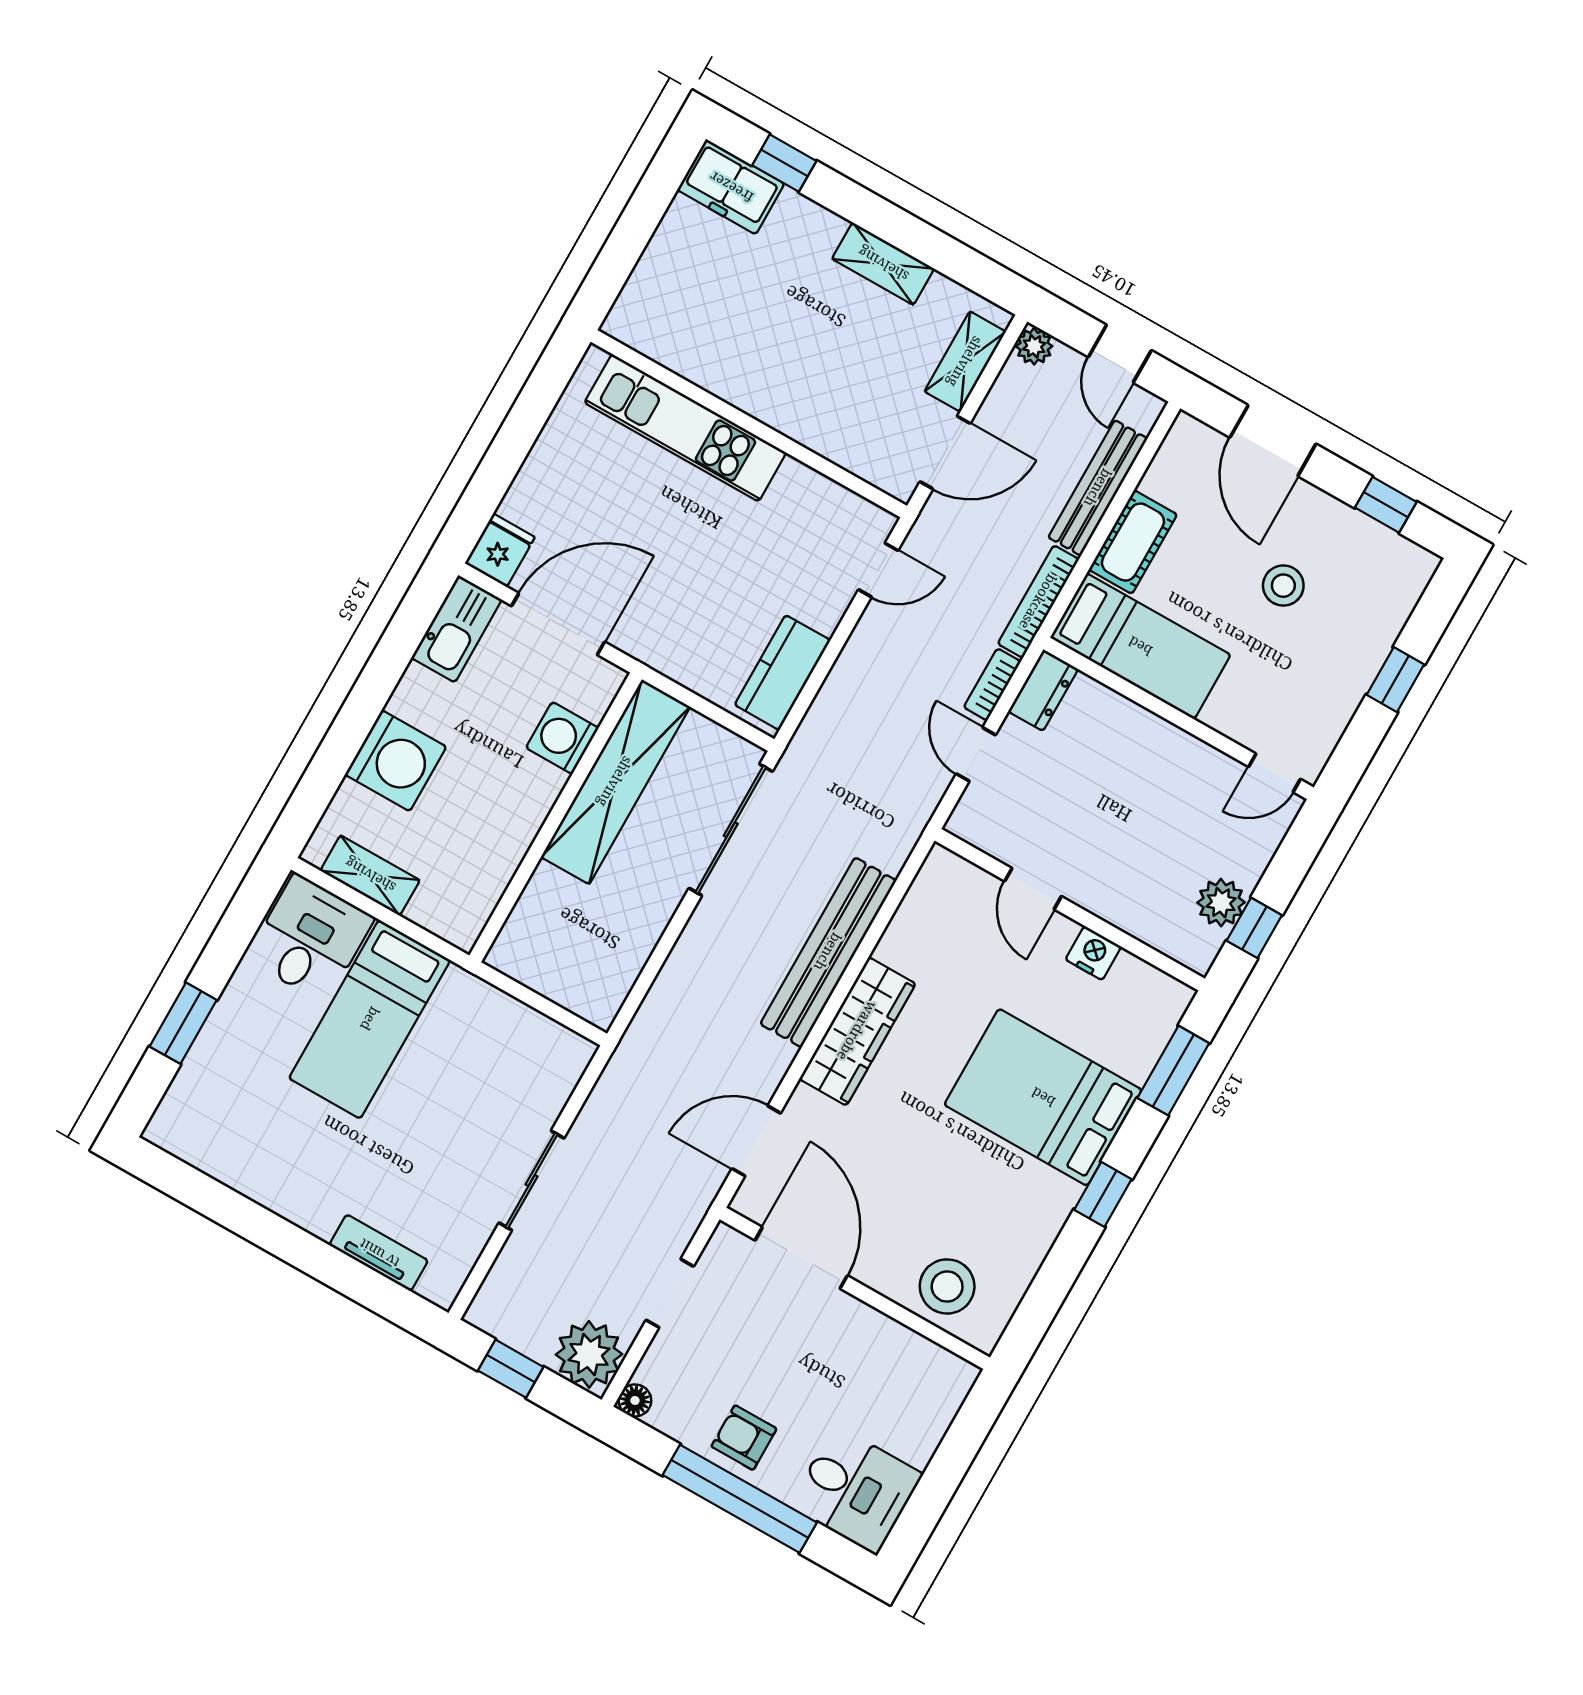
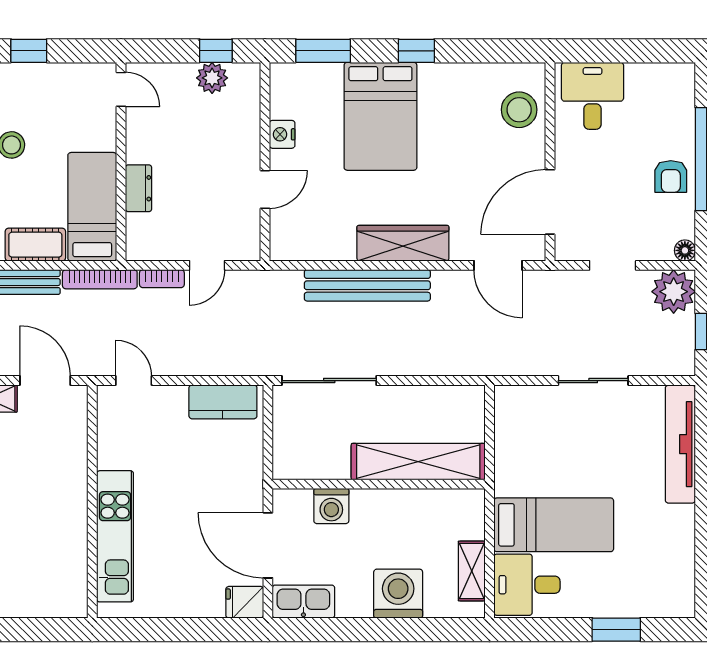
dresser: (1043, 690) -> (139, 188), moved, turned 90
shelving: (615, 782) -> (418, 462), moved
tv unit: (379, 1253) -> (680, 444), width x1.92, depth x1.29
desk: (856, 1490) -> (593, 96), moved

